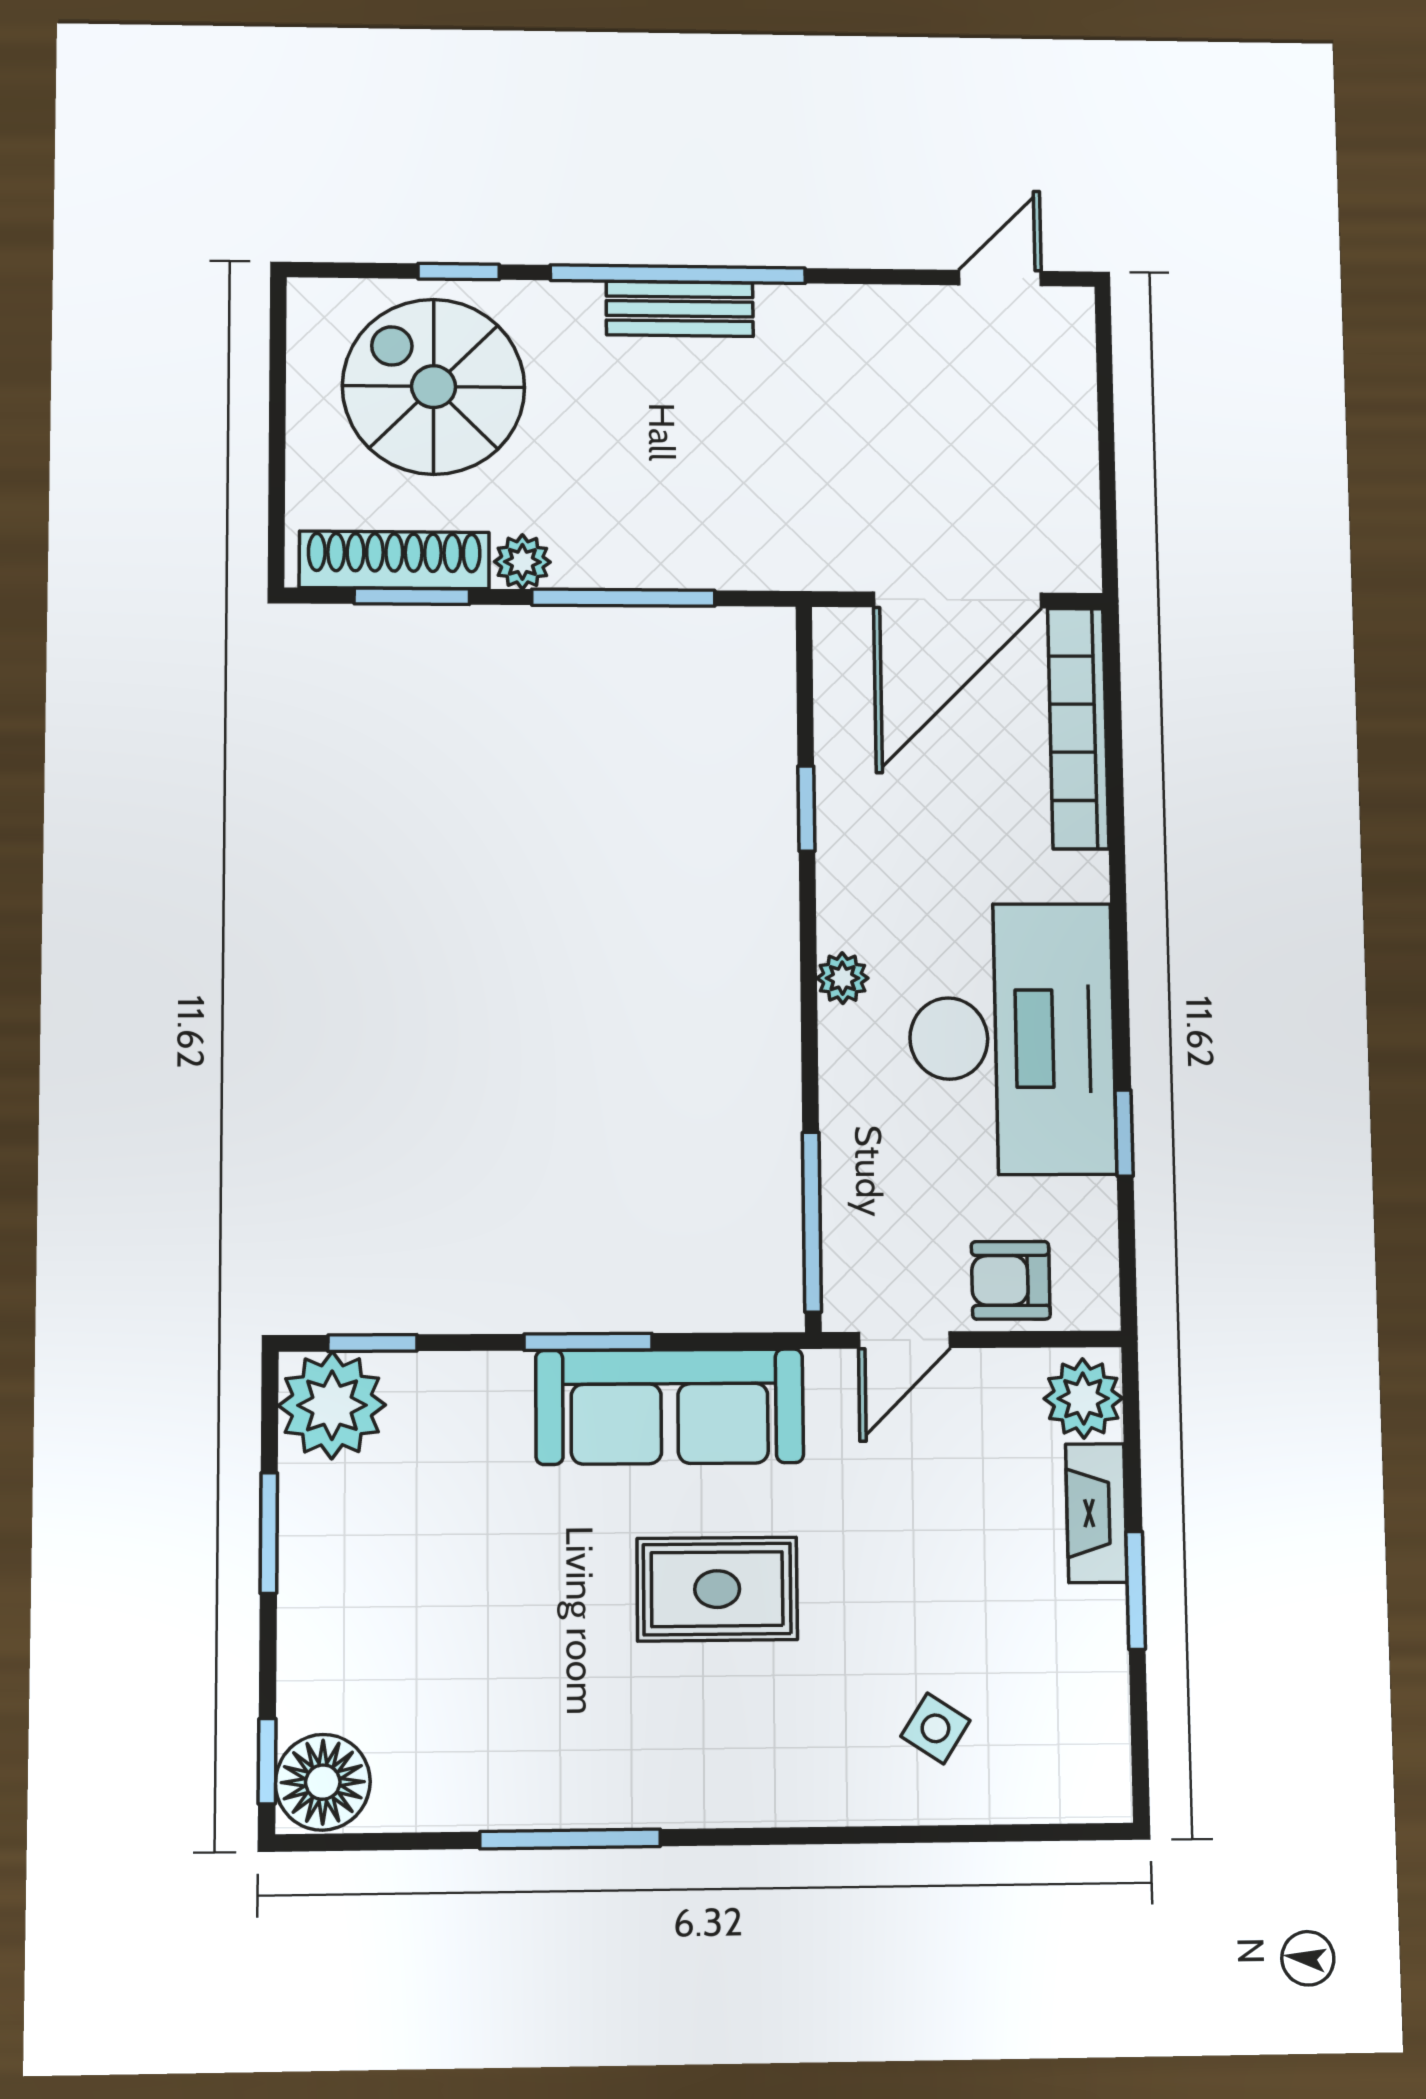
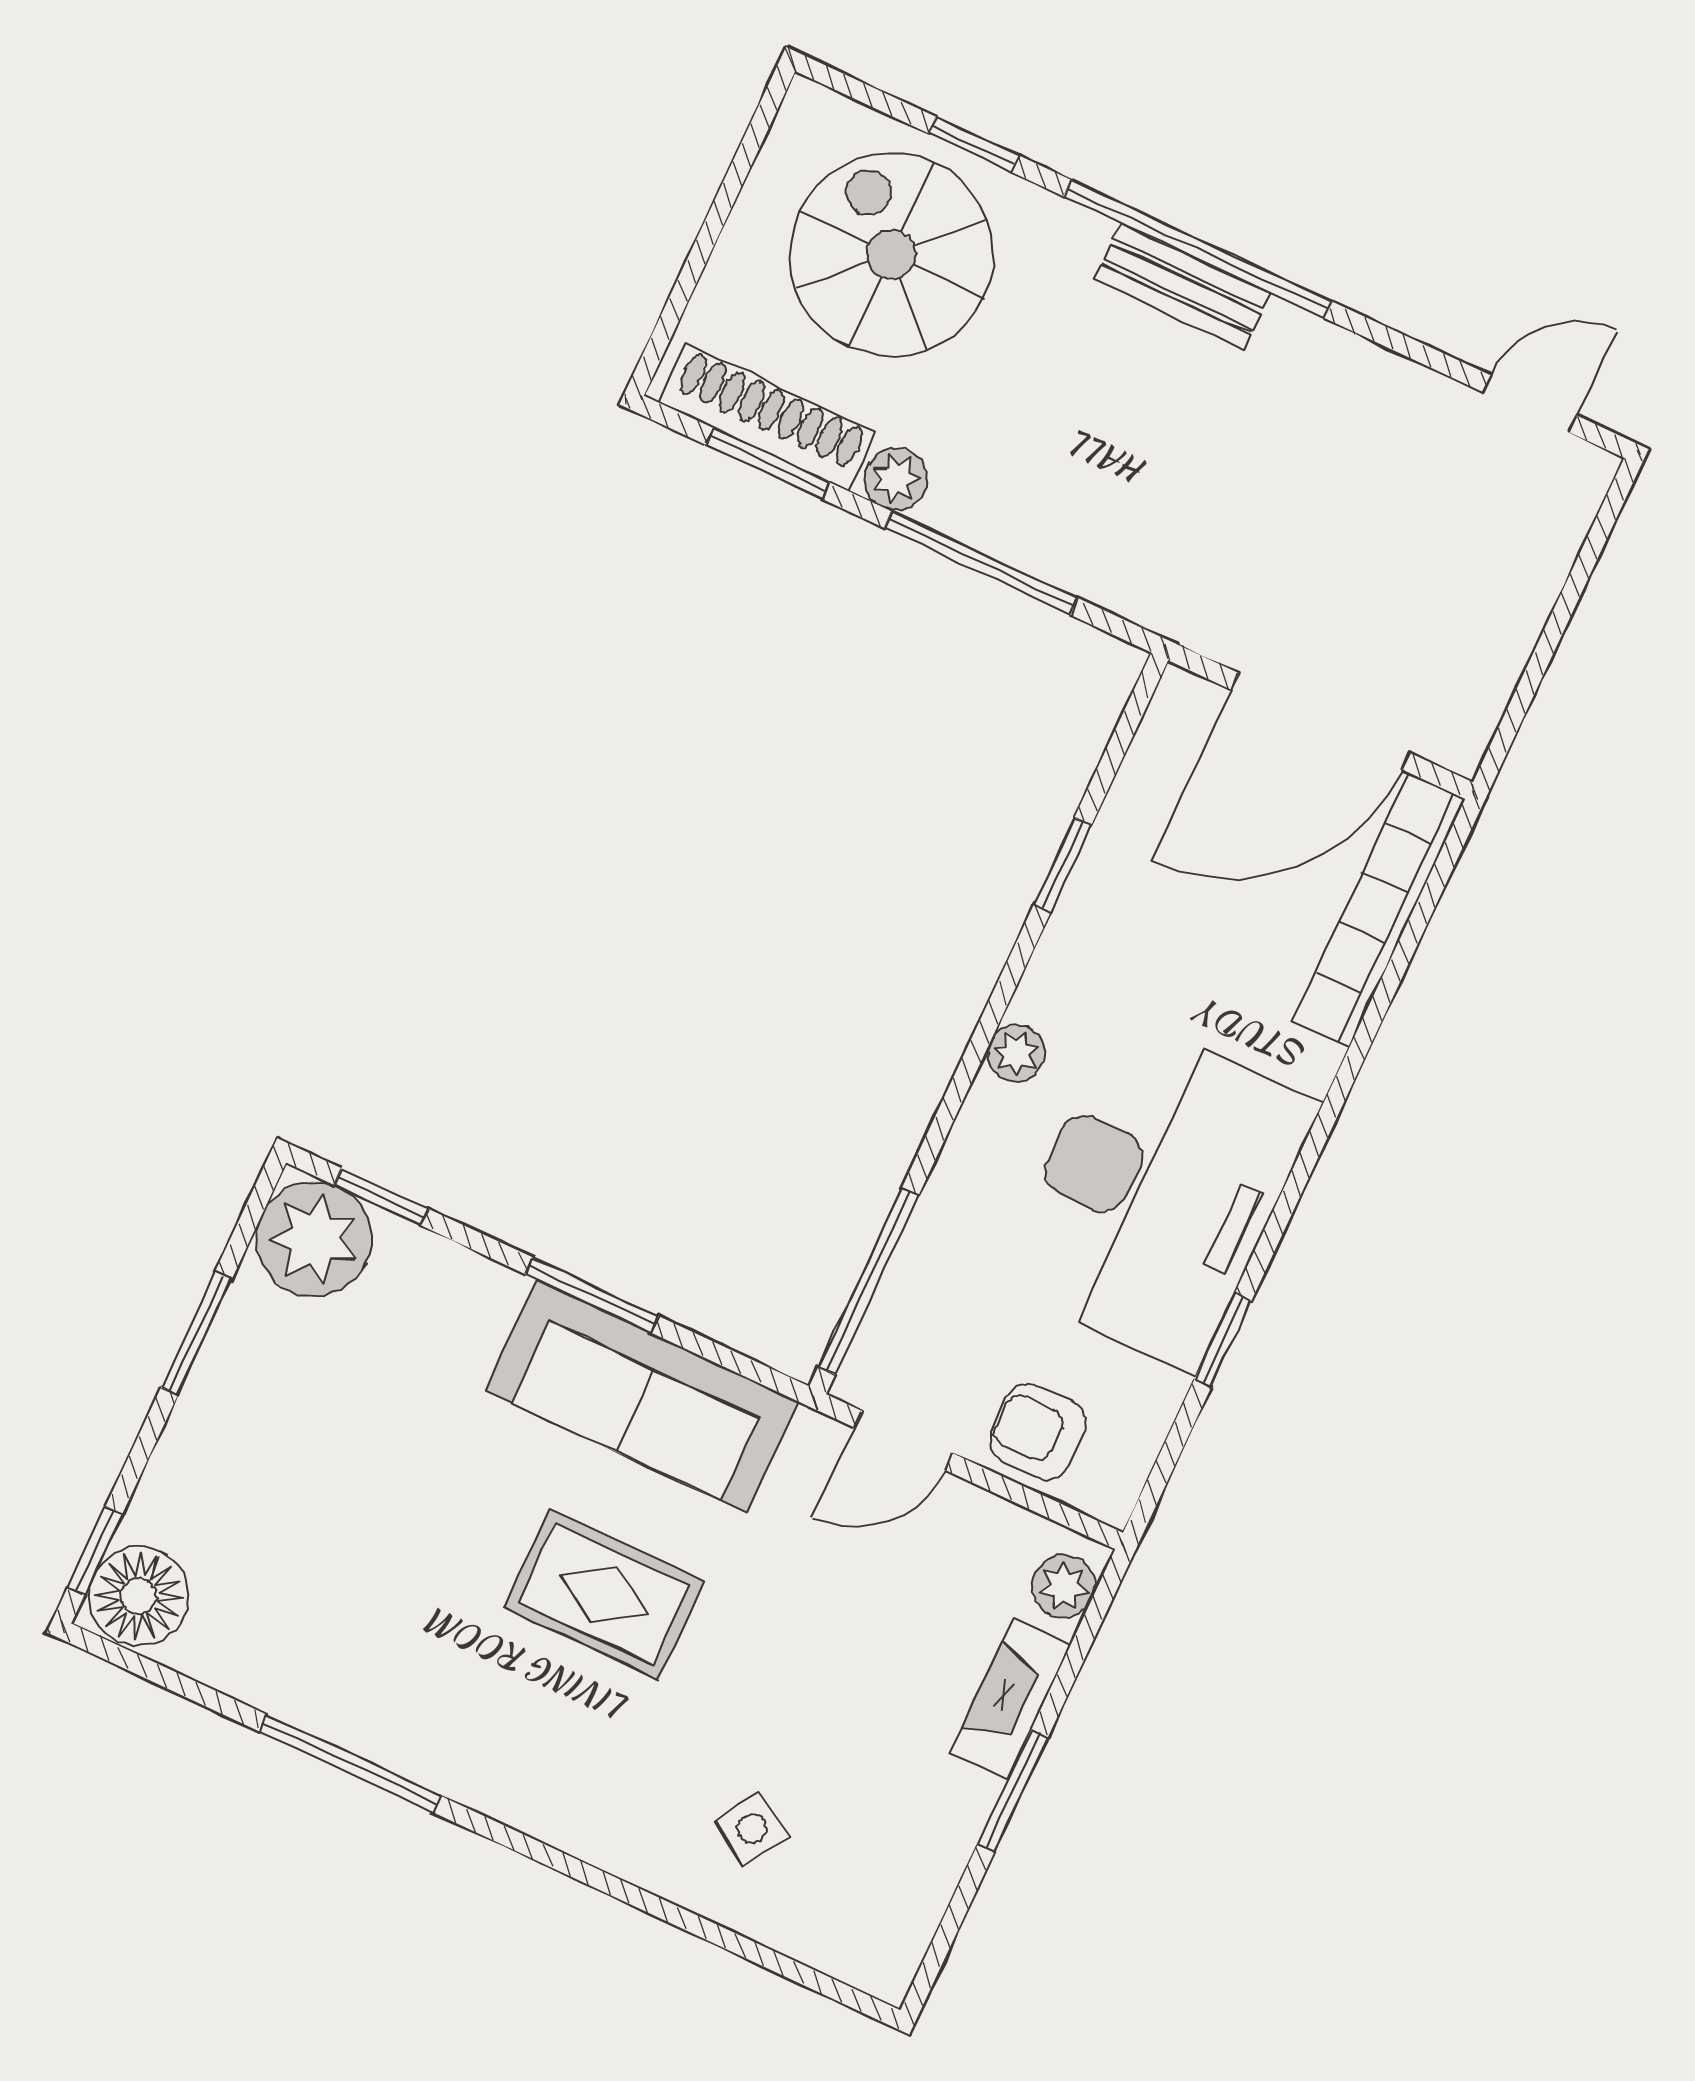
plant: (1083, 1398) -> (1064, 1586), width x0.73, depth x0.73

